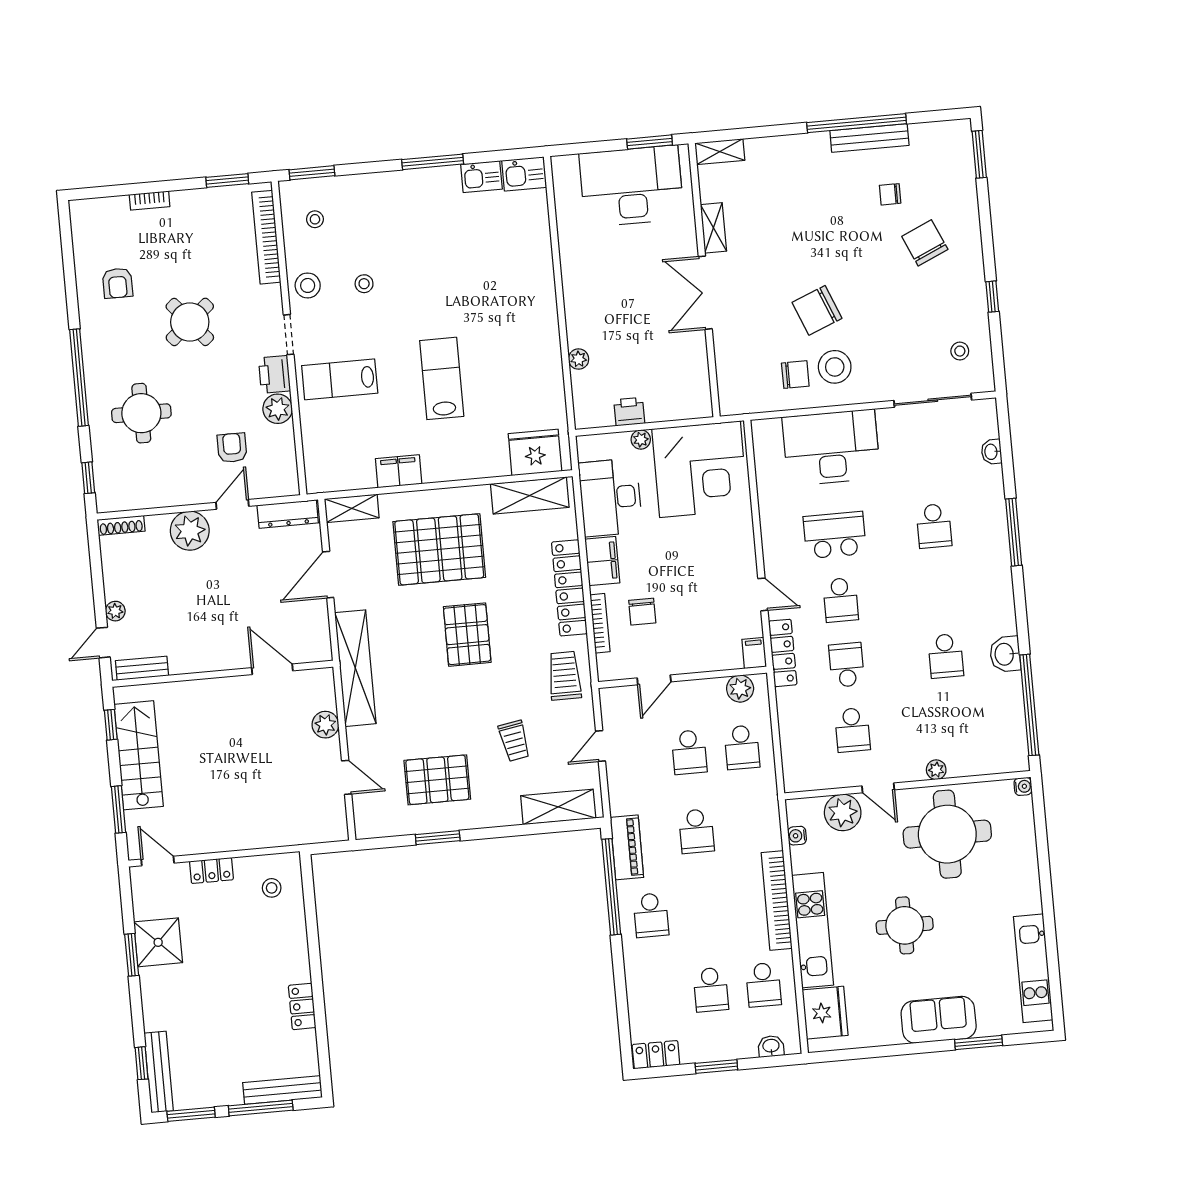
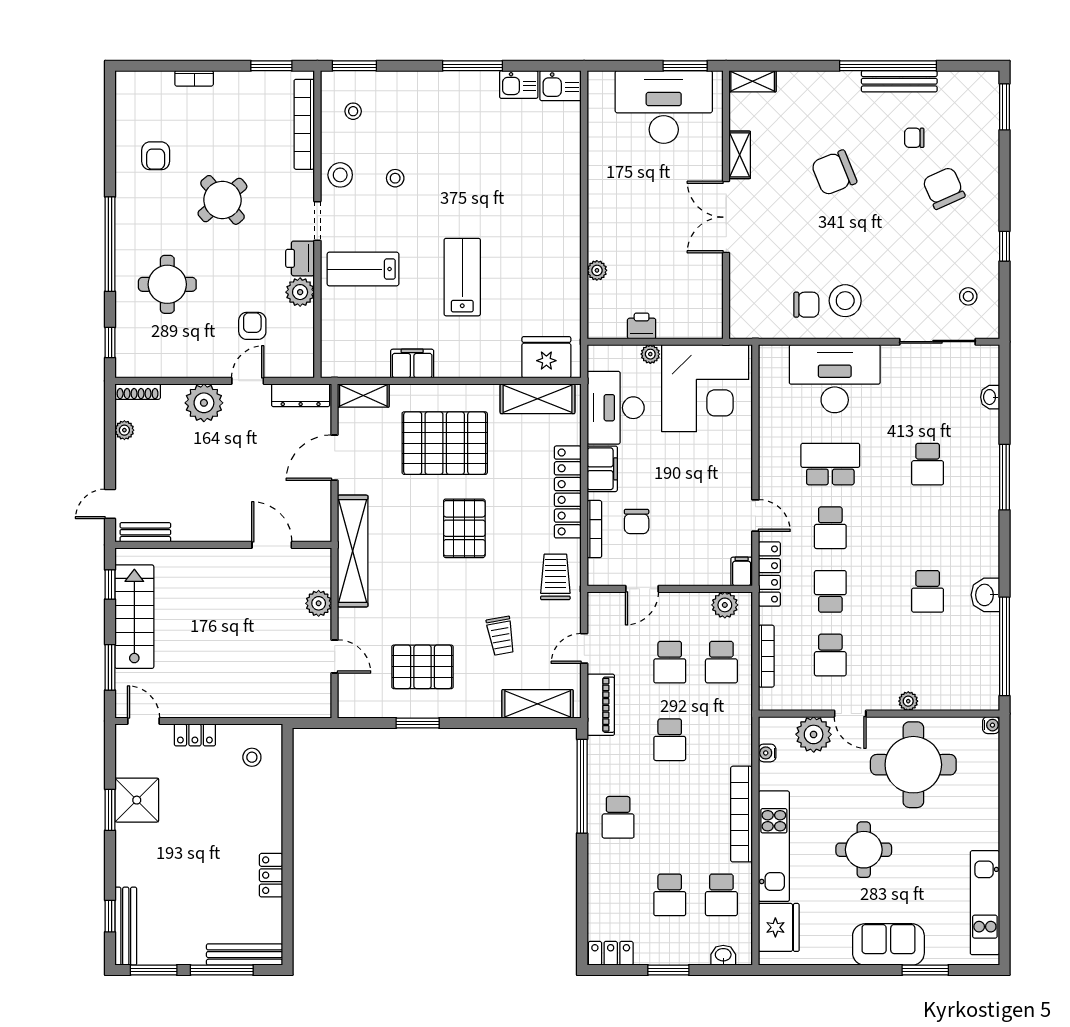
chair: (817, 310) -> (834, 173), moved
plant: (115, 611) -> (124, 430), moved
bookcase: (787, 737) -> (766, 656), added
piano: (627, 847) -> (601, 705), moved

